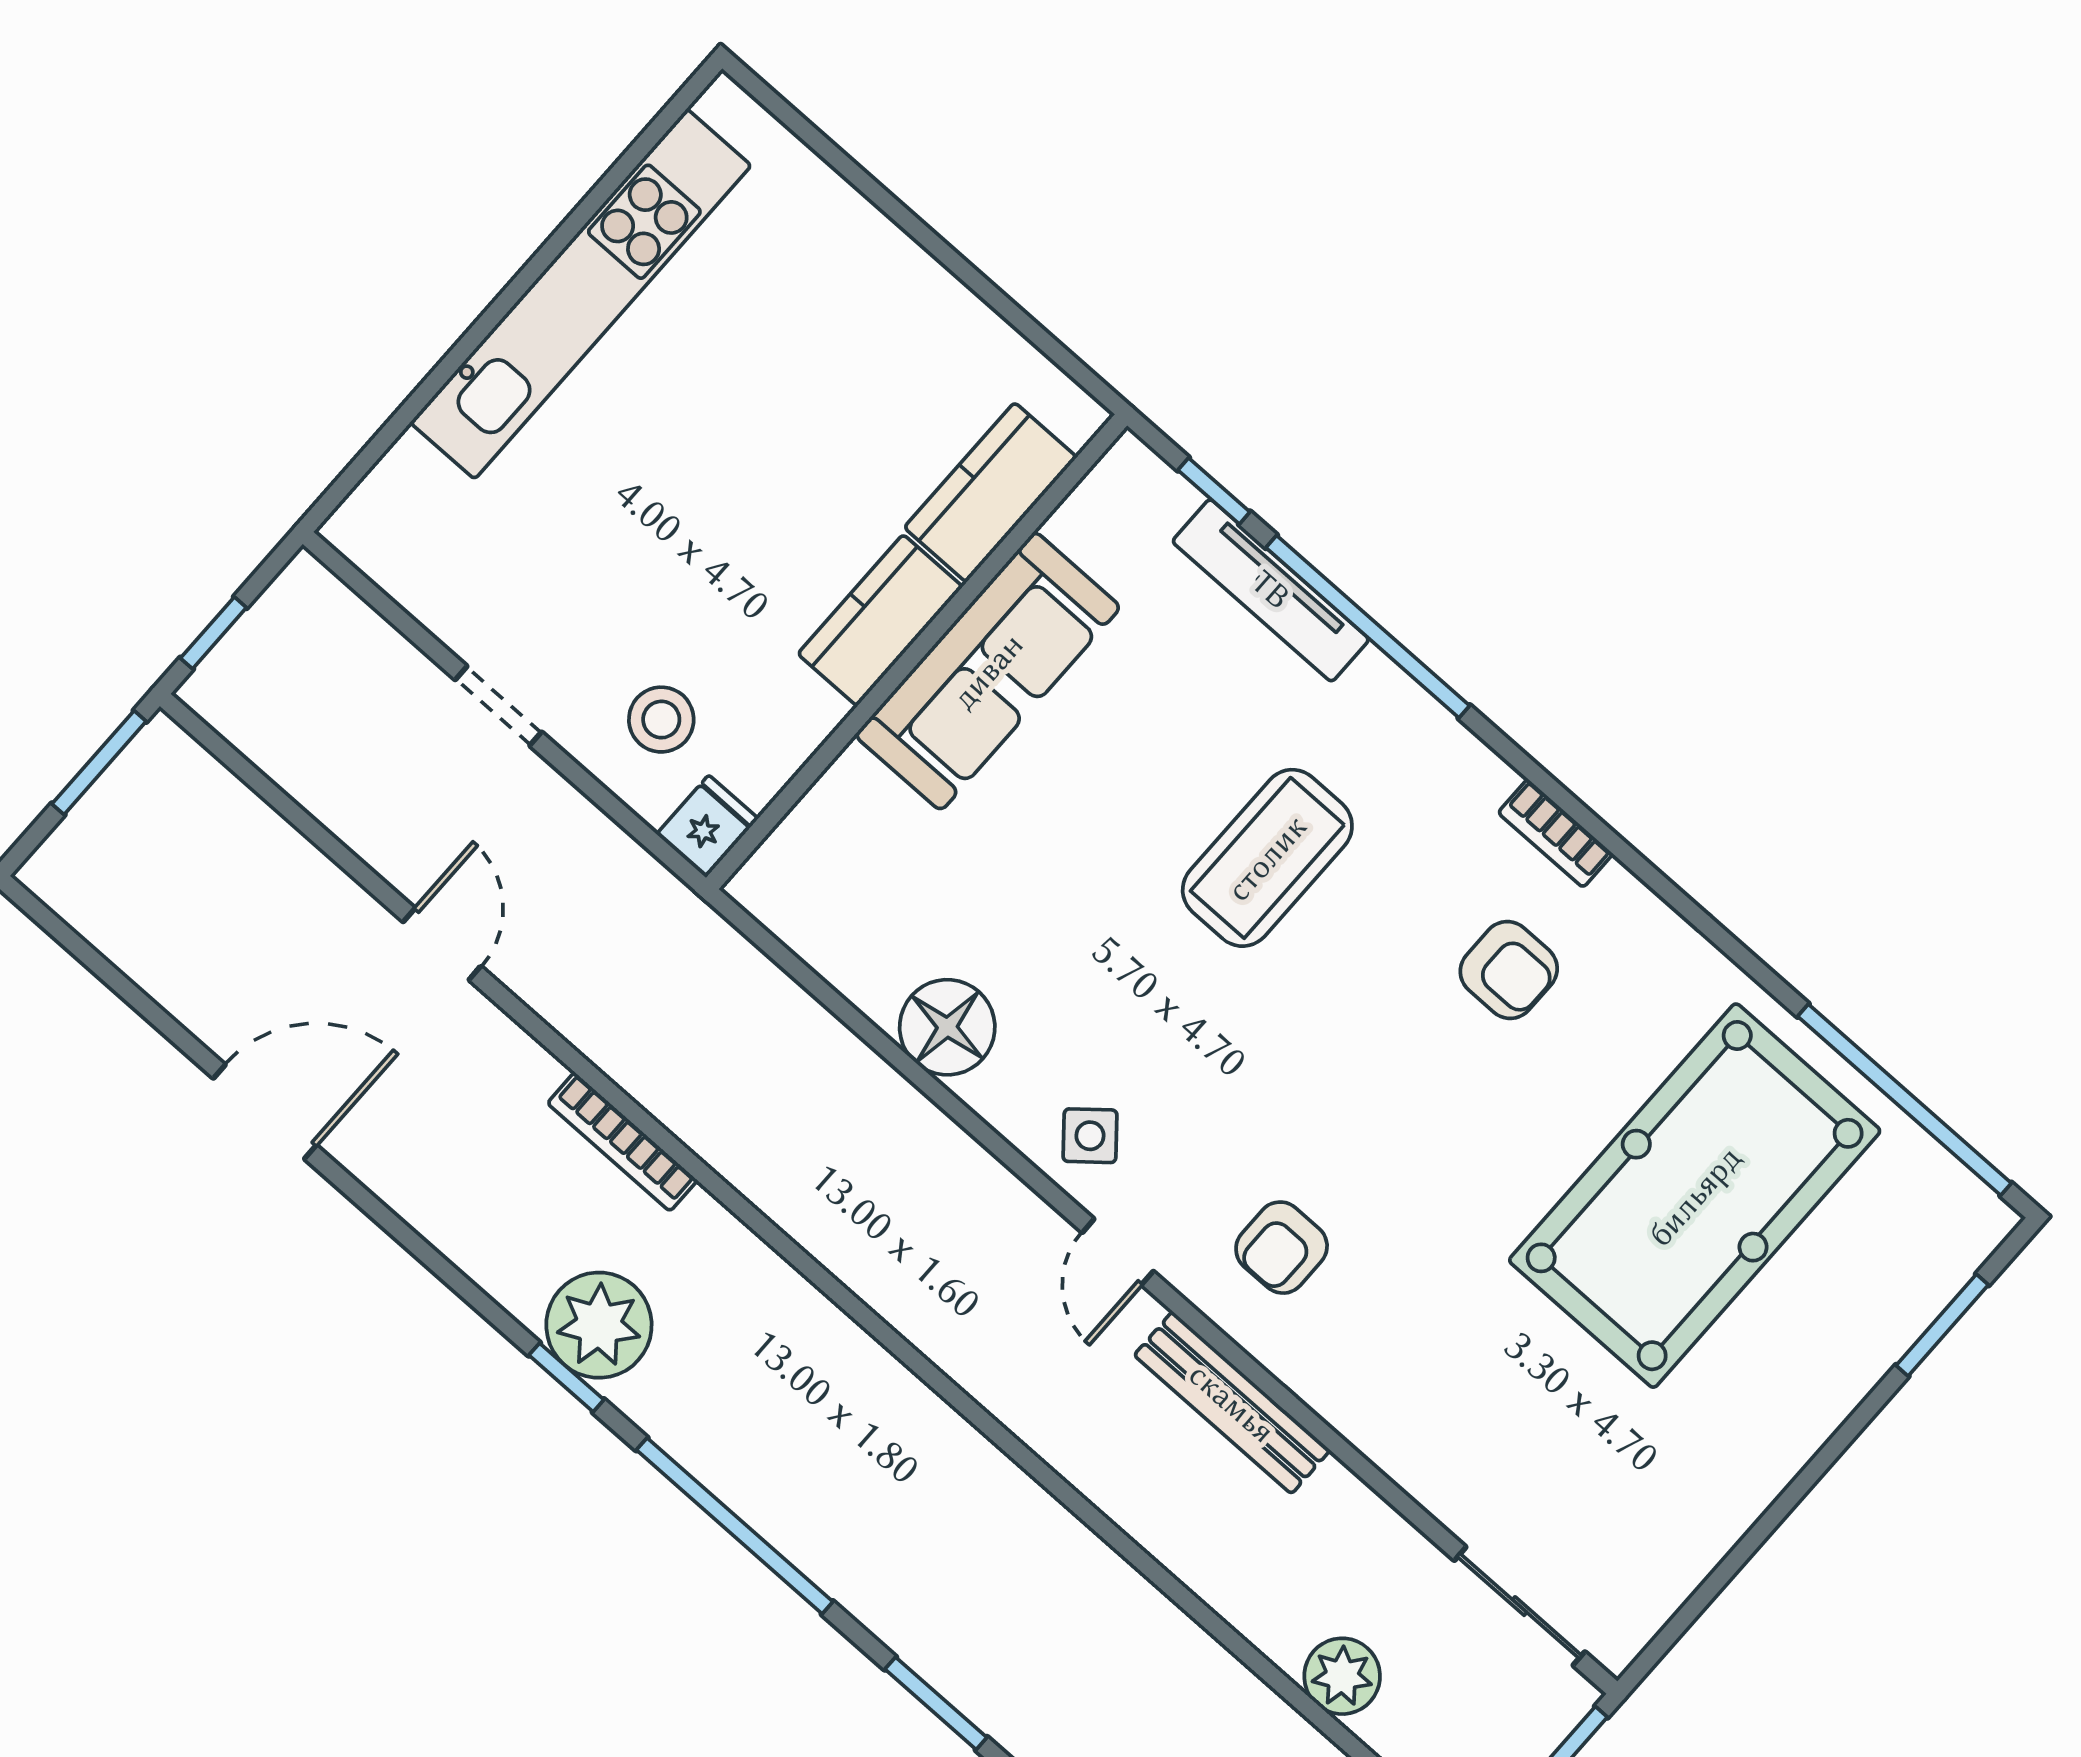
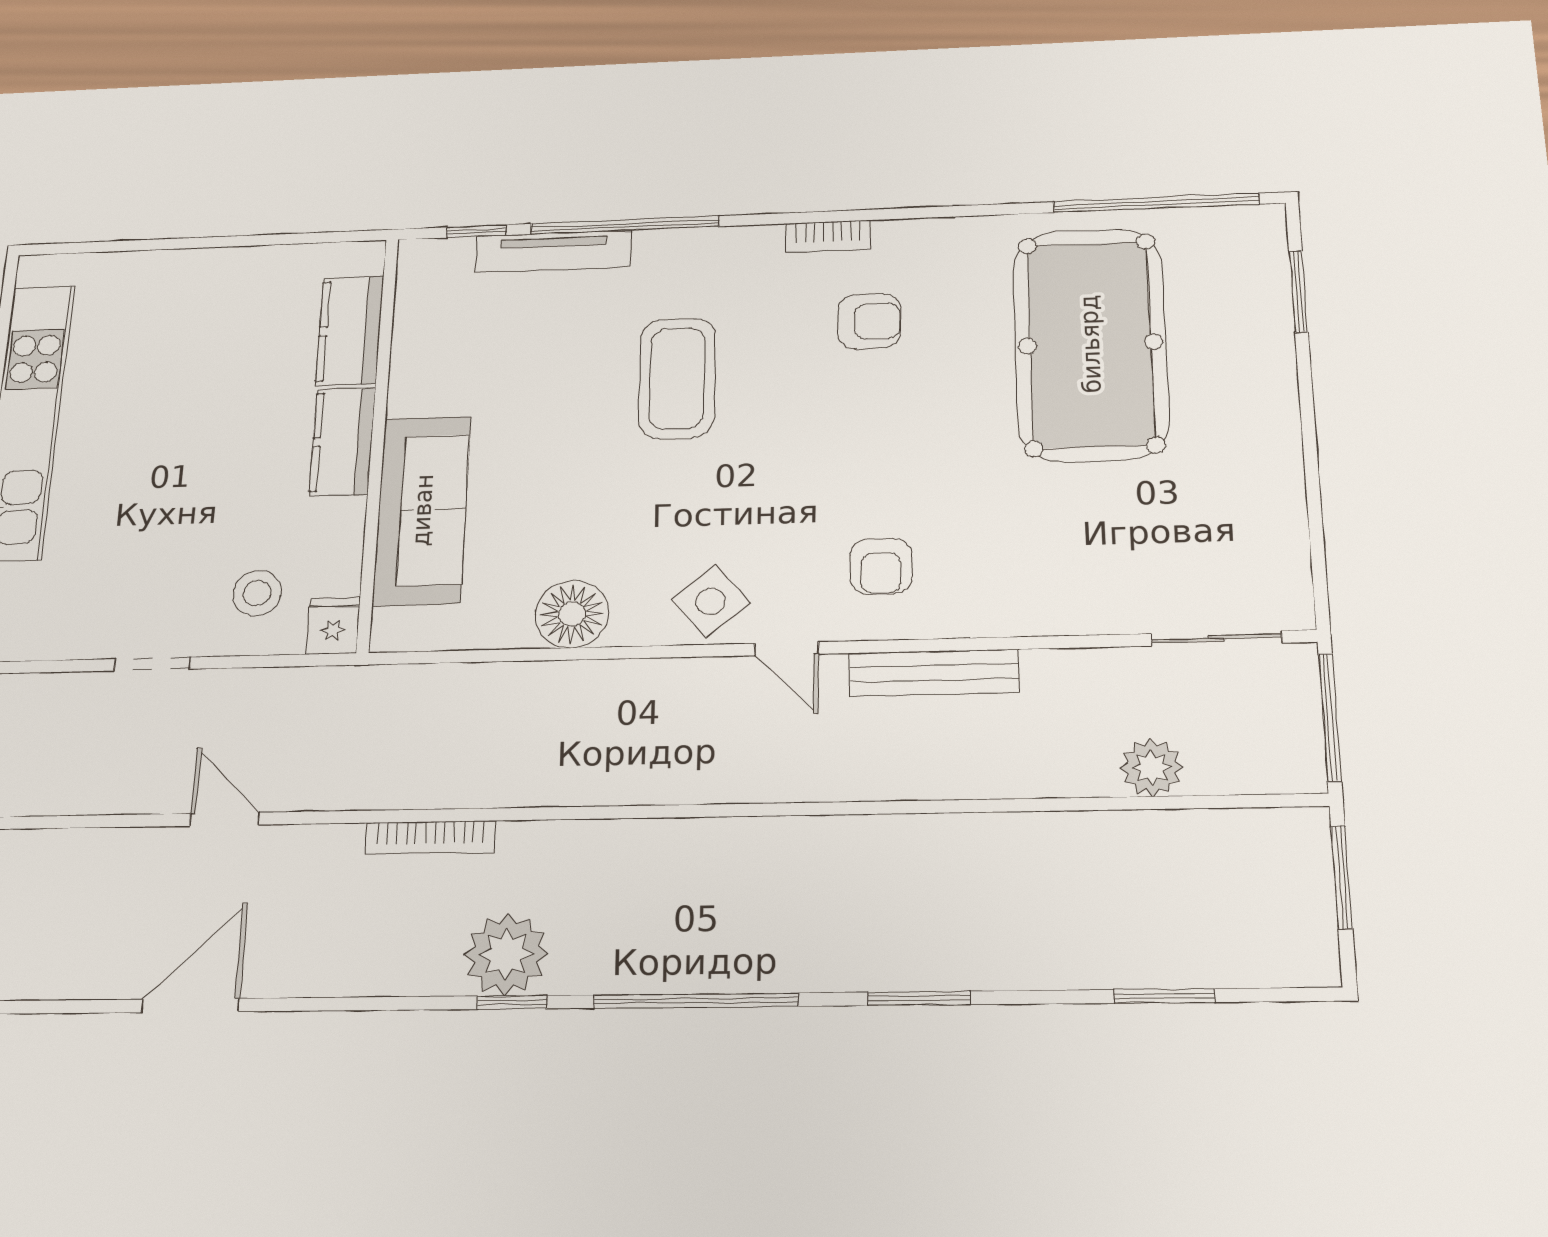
sofa: (988, 671) -> (422, 510), moved
side table: (1090, 1136) -> (711, 601), width x1.37, depth x1.37

